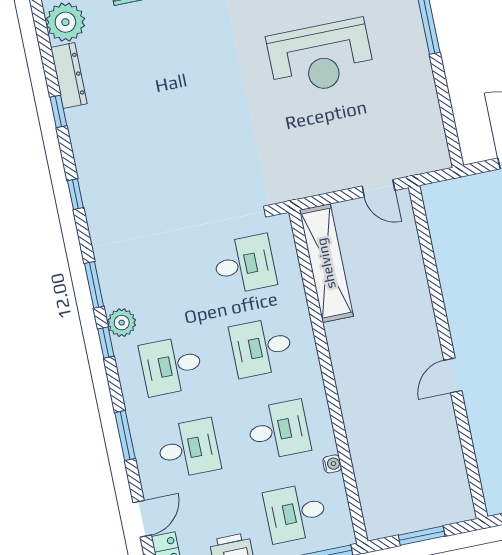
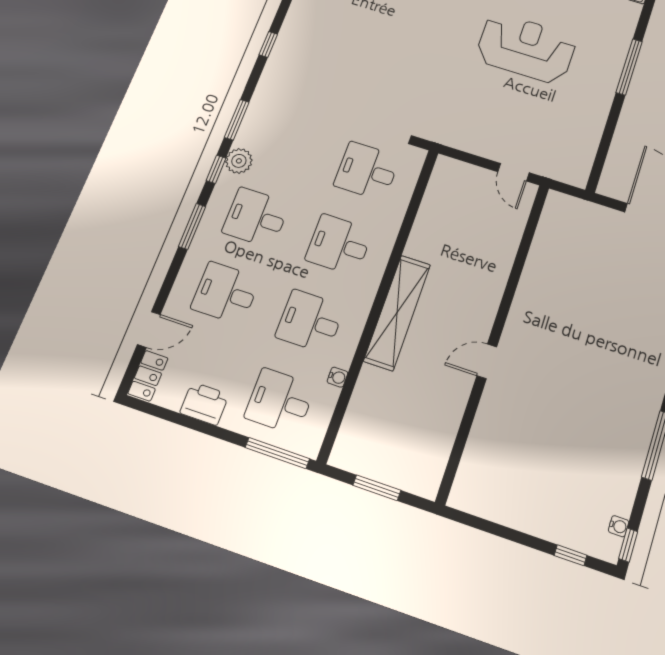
reception desk: (321, 57) -> (526, 48), turned 180
shelving: (326, 263) -> (397, 313), moved
desk: (245, 264) -> (367, 171), turned 180
desk: (279, 430) -> (310, 321), turned 180
window: (125, 435) -> (192, 226), moved
desk: (188, 449) -> (226, 293), turned 180

